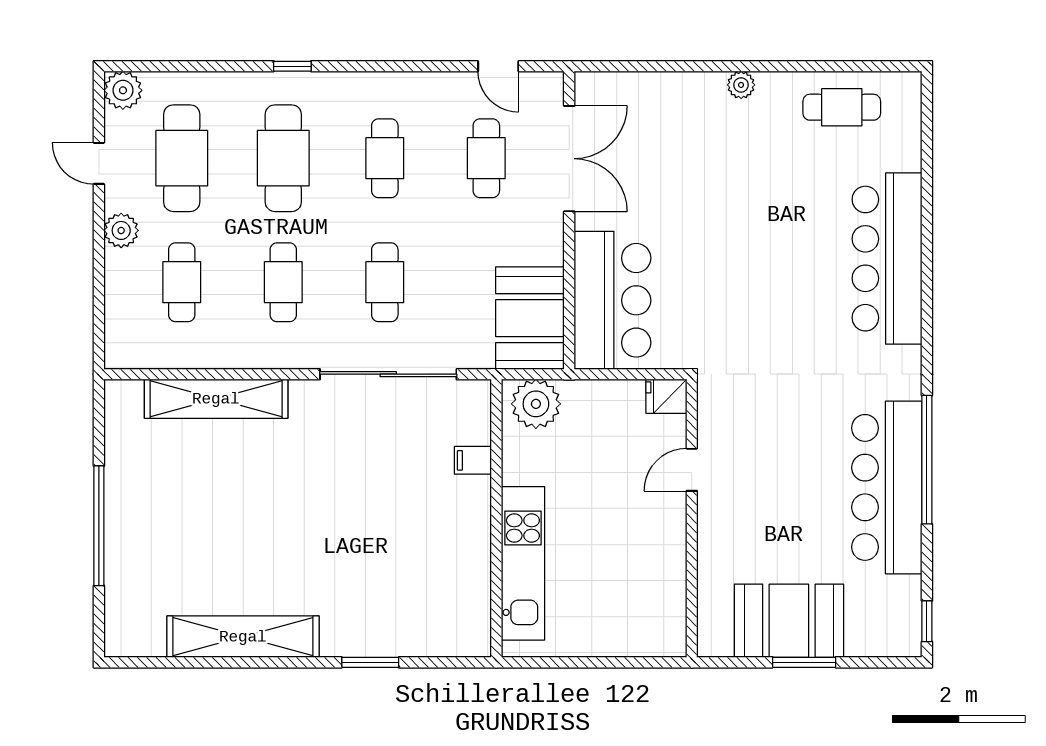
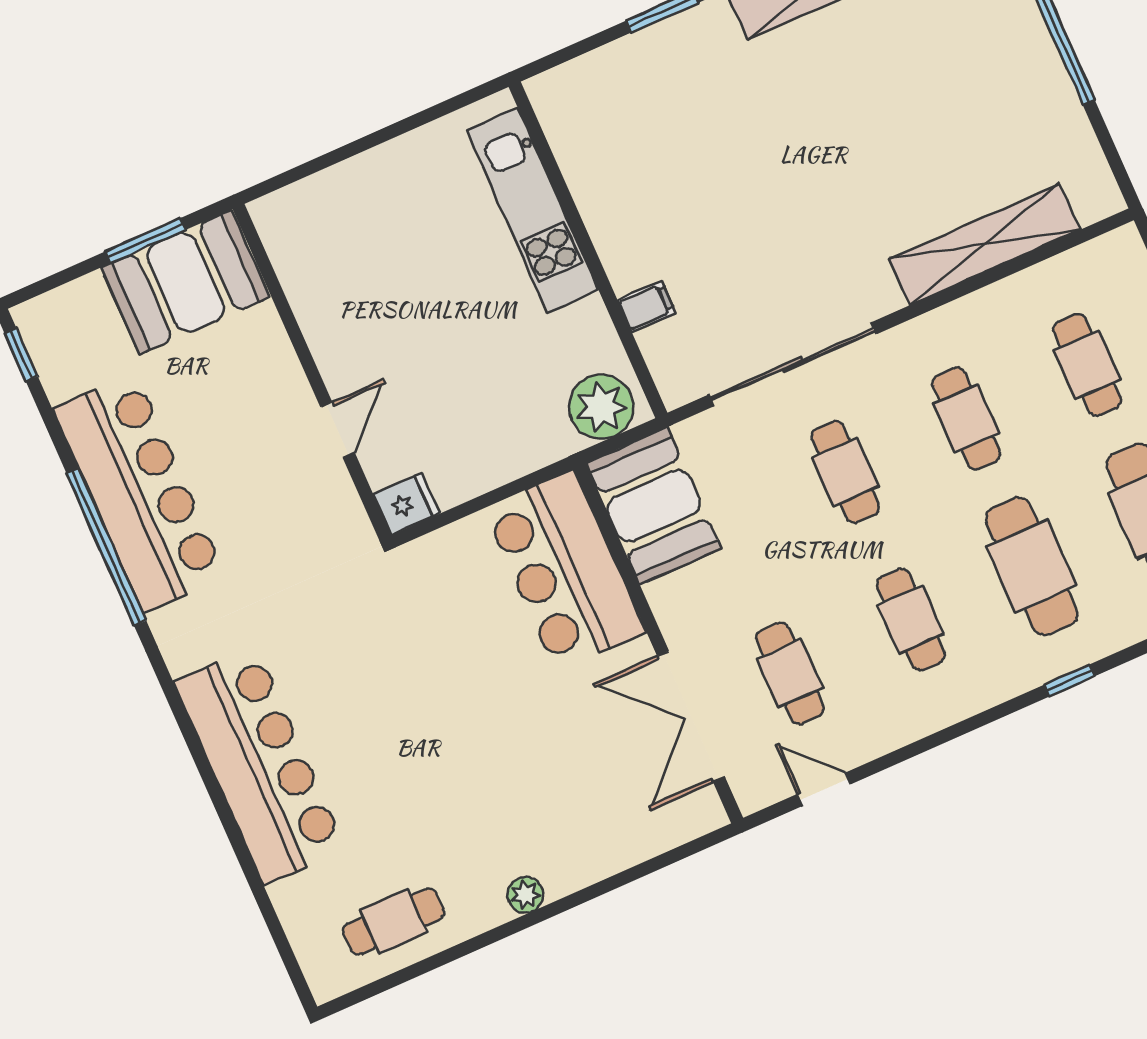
fridge: (666, 396) -> (406, 504), moved
door: (692, 470) -> (338, 430), moved
wall: (692, 518) -> (312, 372), moved

